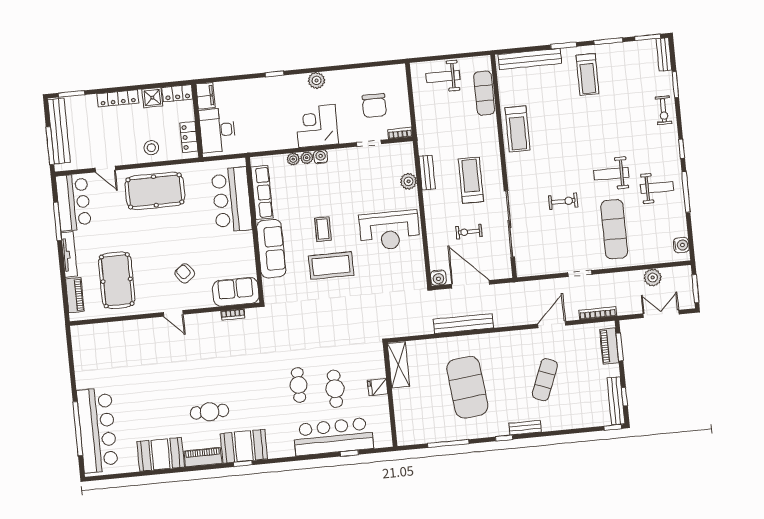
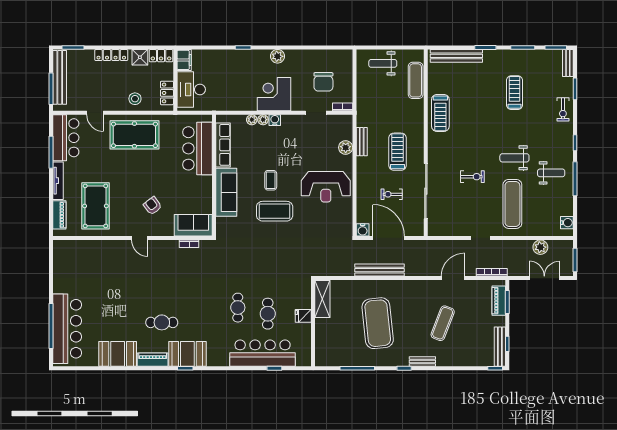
treadmill: (588, 74) -> (514, 93), moved, turned 180

